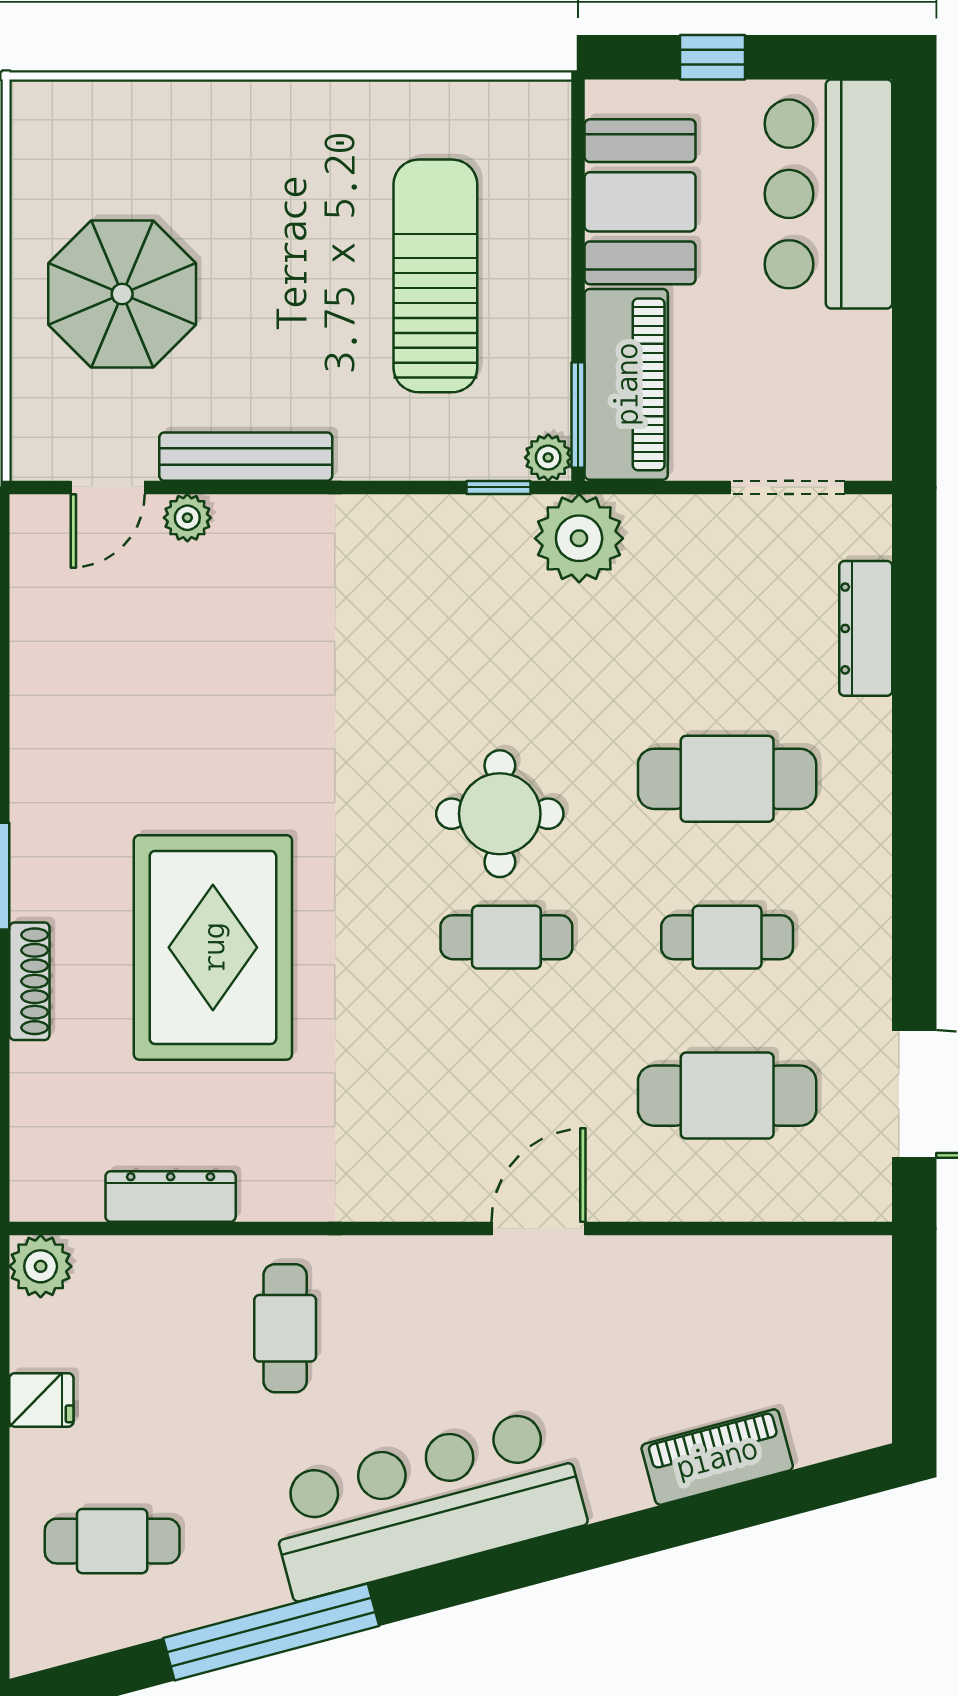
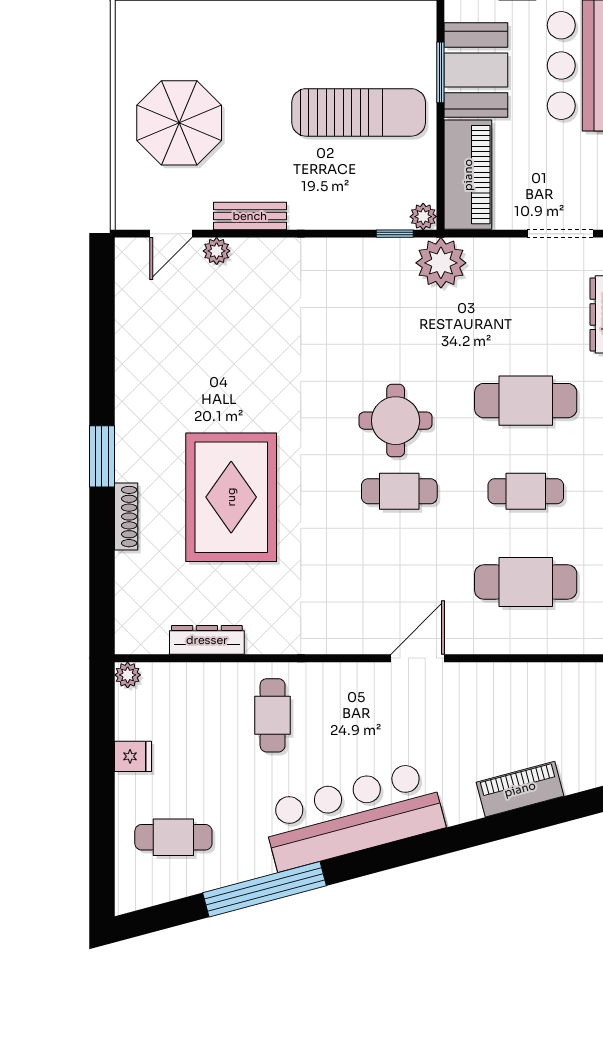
sun lounger: (435, 276) -> (359, 112), turned 90
window: (578, 415) -> (440, 72), moved
bench: (246, 457) -> (250, 216), width x0.73
plant: (41, 1266) -> (128, 675), width x0.73, depth x0.73

